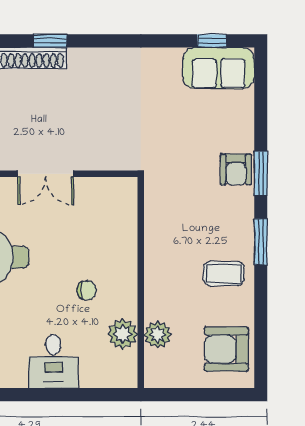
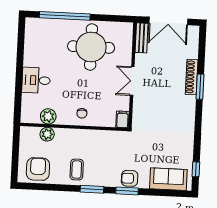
window: (50, 41) -> (200, 87), width x1.50
sofa: (219, 68) -> (168, 179), moved, turned 90
filing cabinet: (122, 189) -> (122, 119), added
chair: (87, 290) -> (82, 113), moved

